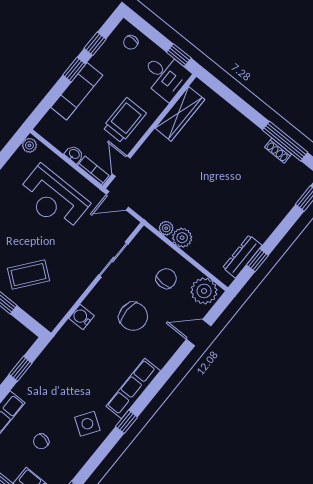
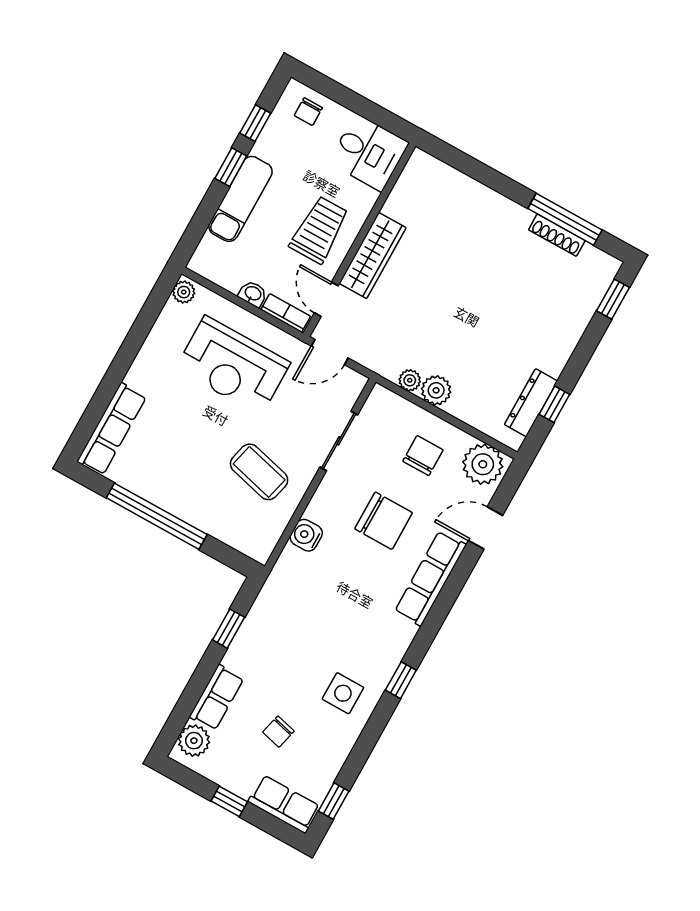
window: (179, 55) -> (383, 118), removed
wardrobe: (180, 114) -> (373, 256), moved
shoe rack: (278, 151) -> (557, 235), width x1.43
coffee table: (28, 275) -> (259, 472), moved, turned 66
row of seats: (133, 389) -> (430, 578), moved
side table: (87, 424) -> (343, 693), turned -34

